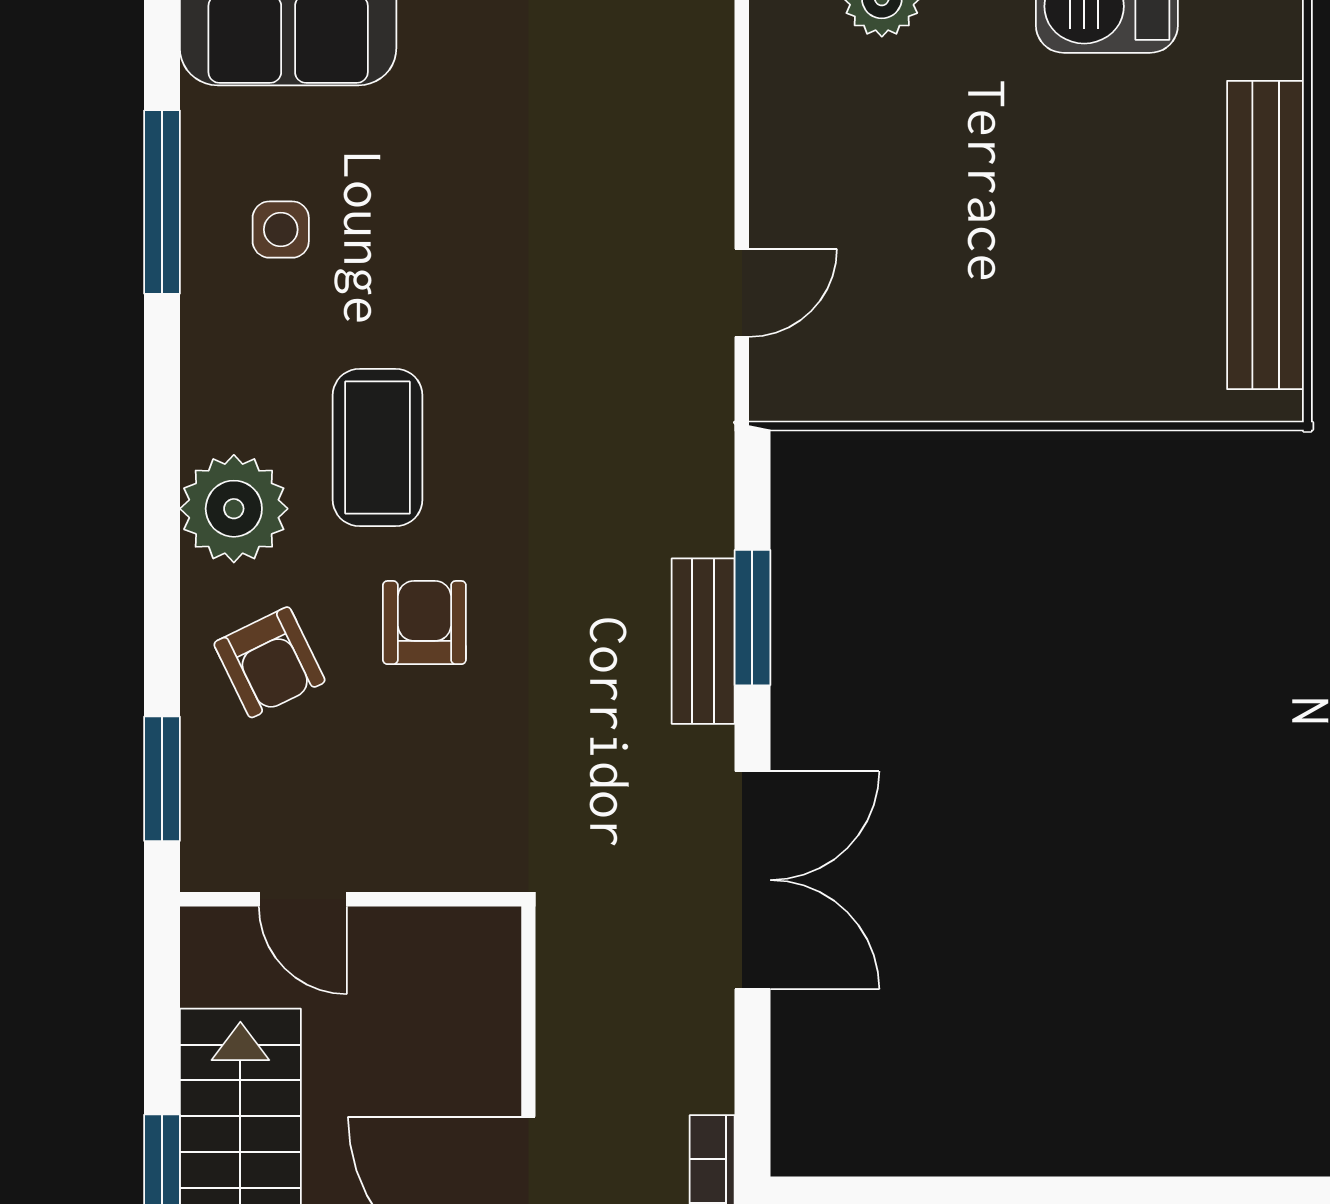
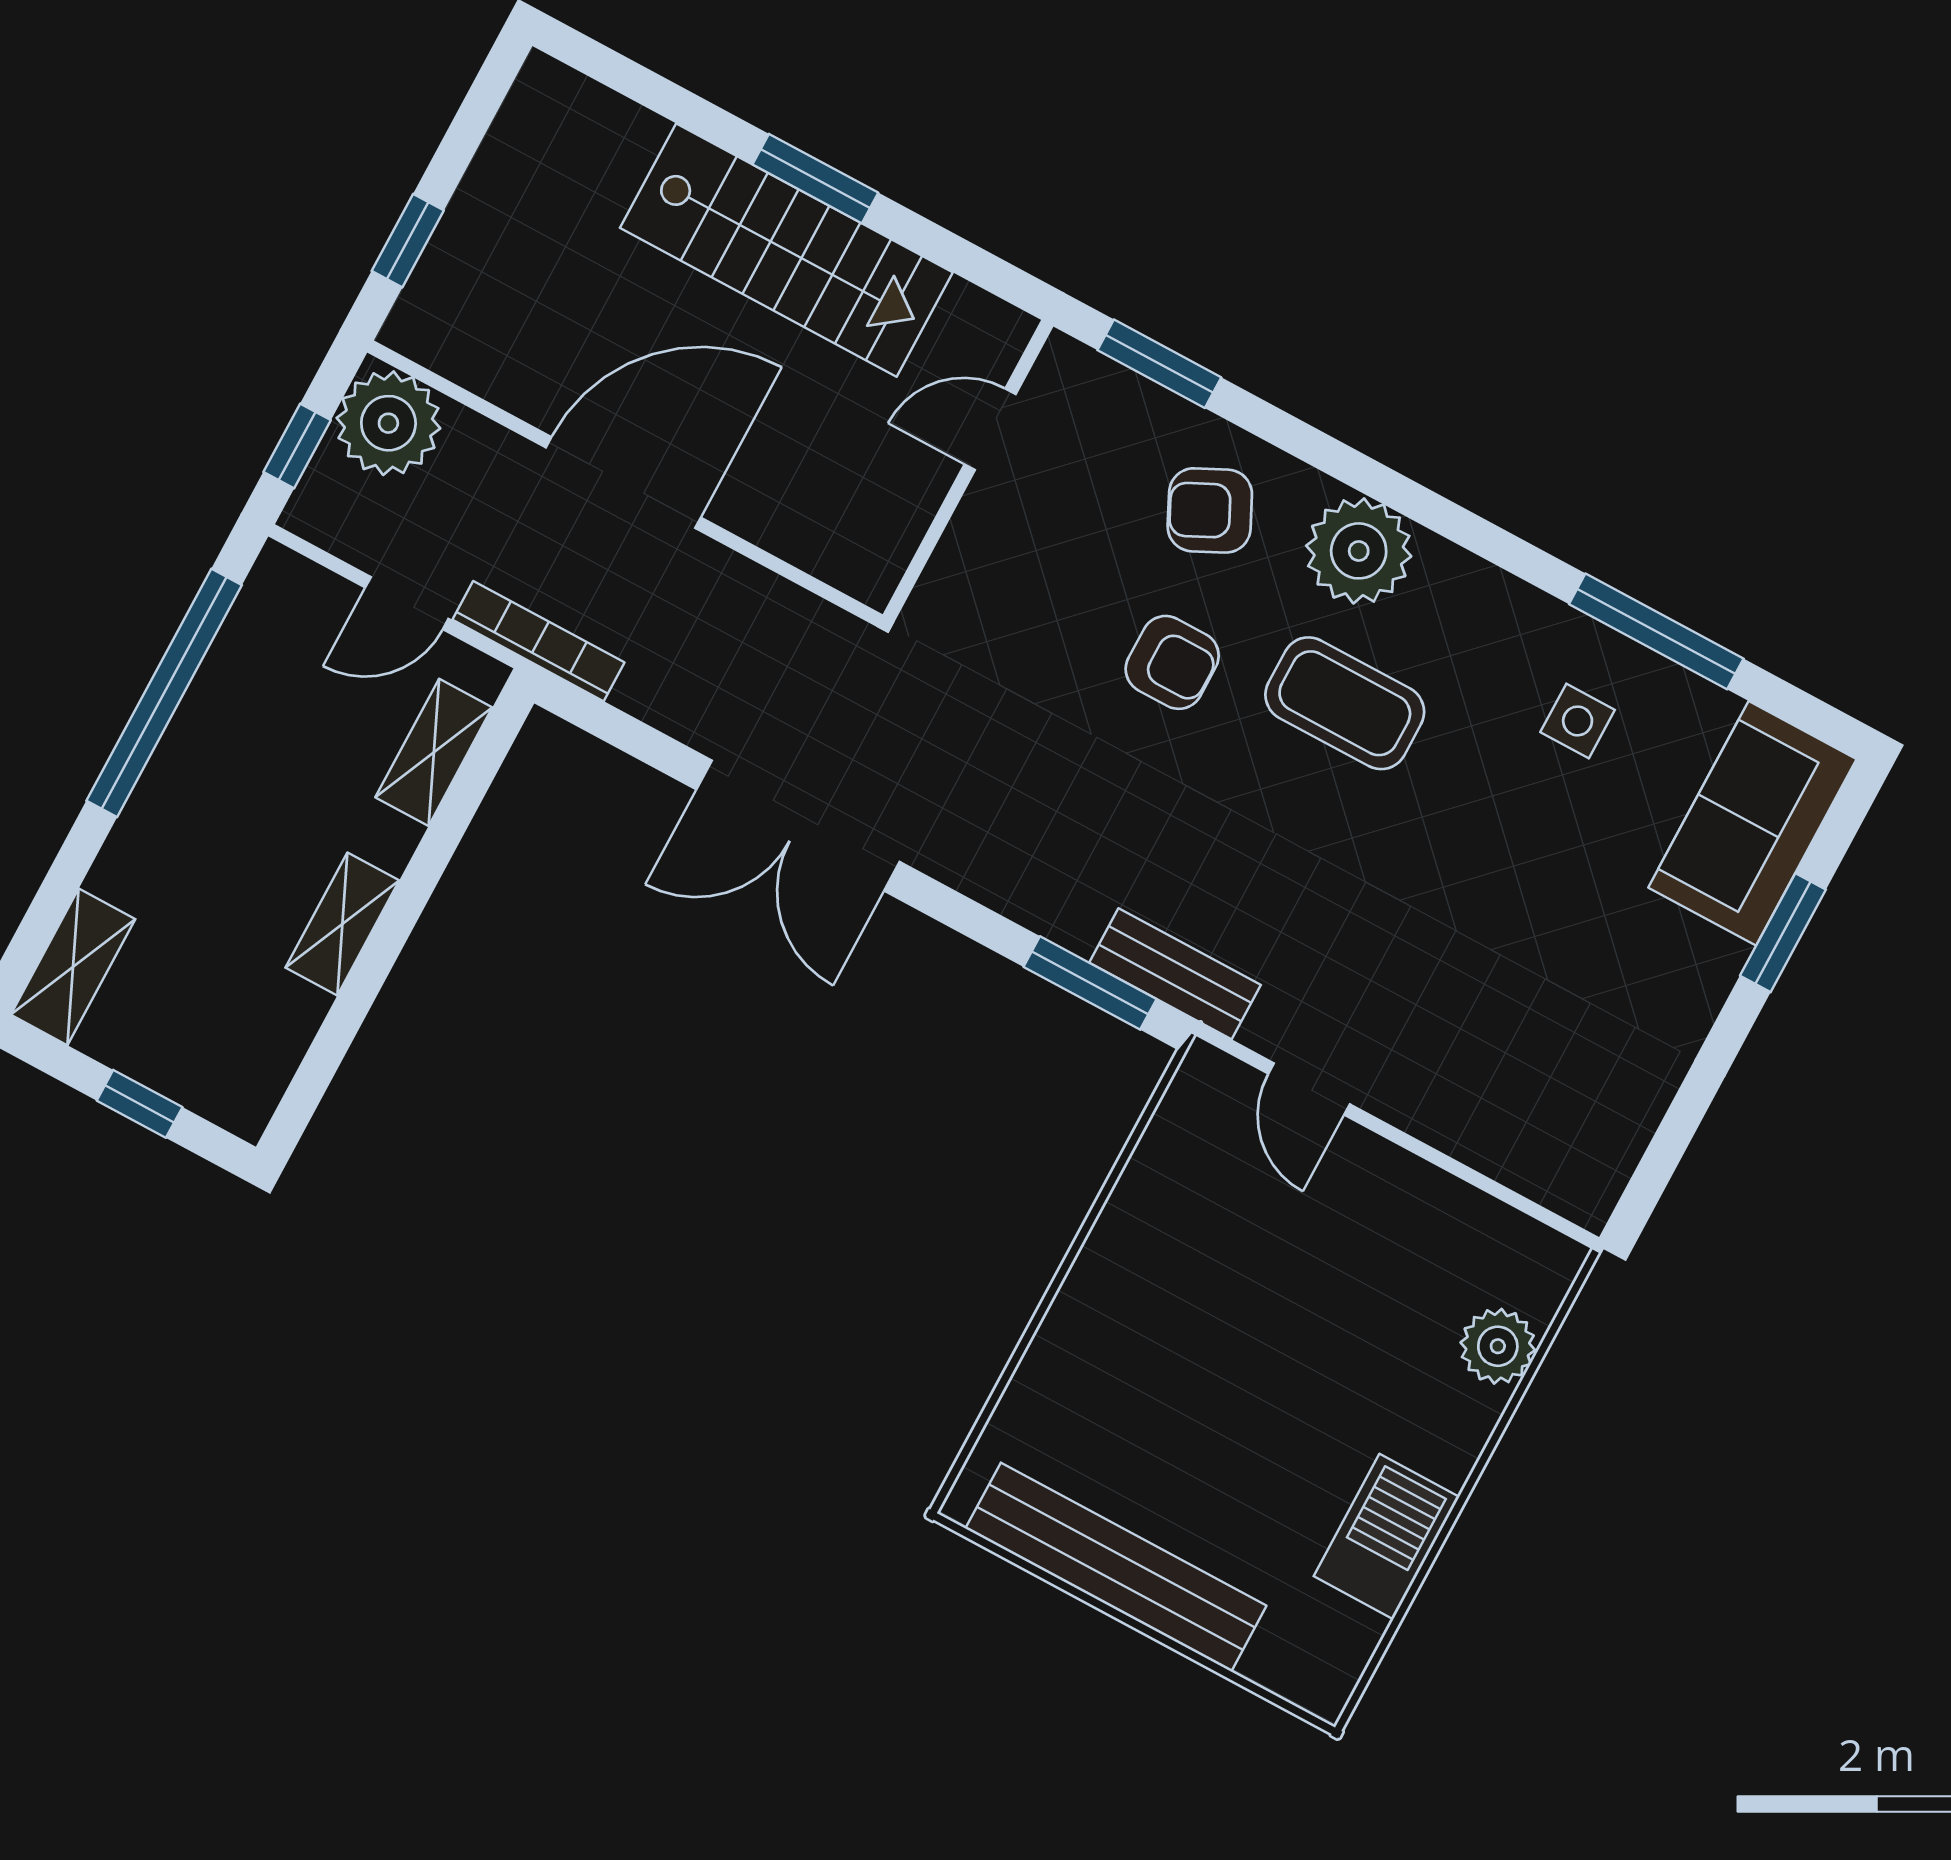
window: (752, 618) -> (1090, 983), moved
bench: (703, 641) -> (1175, 974), moved

